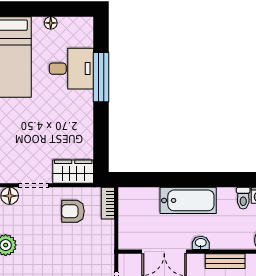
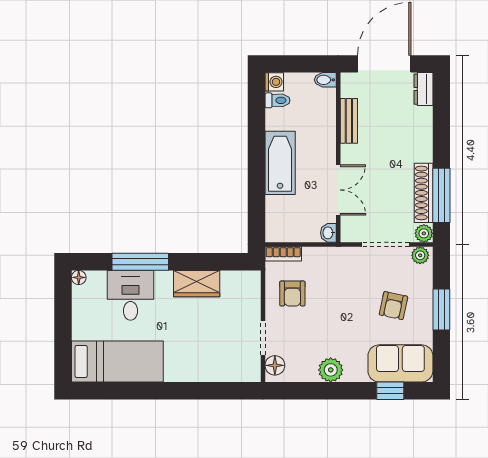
floor lamp: (51, 23) -> (79, 277), moved
wardrobe: (73, 172) -> (197, 284), moved, turned -90
washbasin: (201, 243) -> (328, 233), moved

